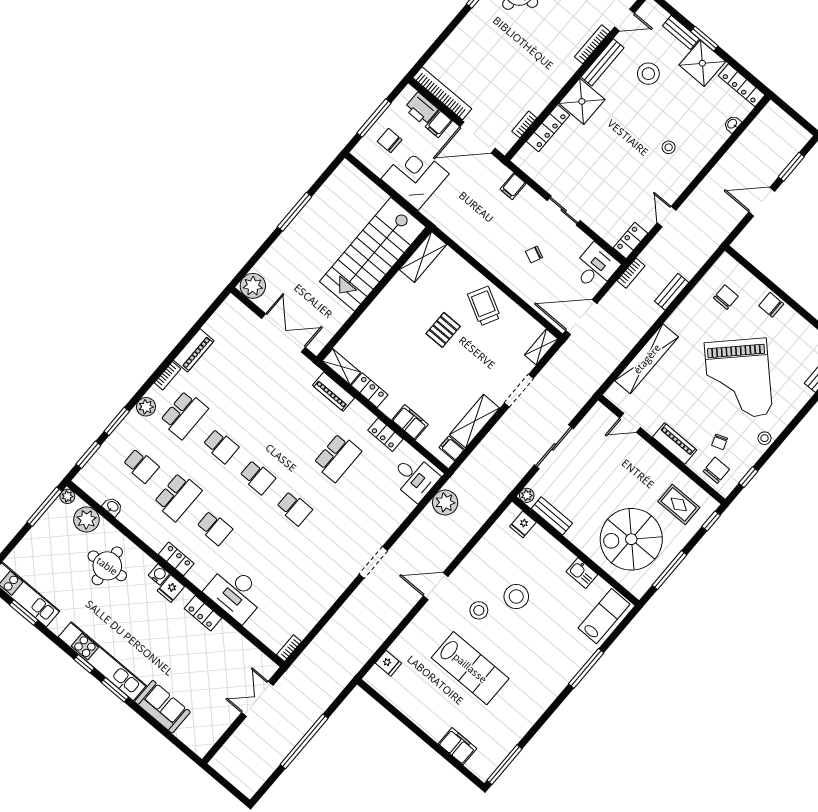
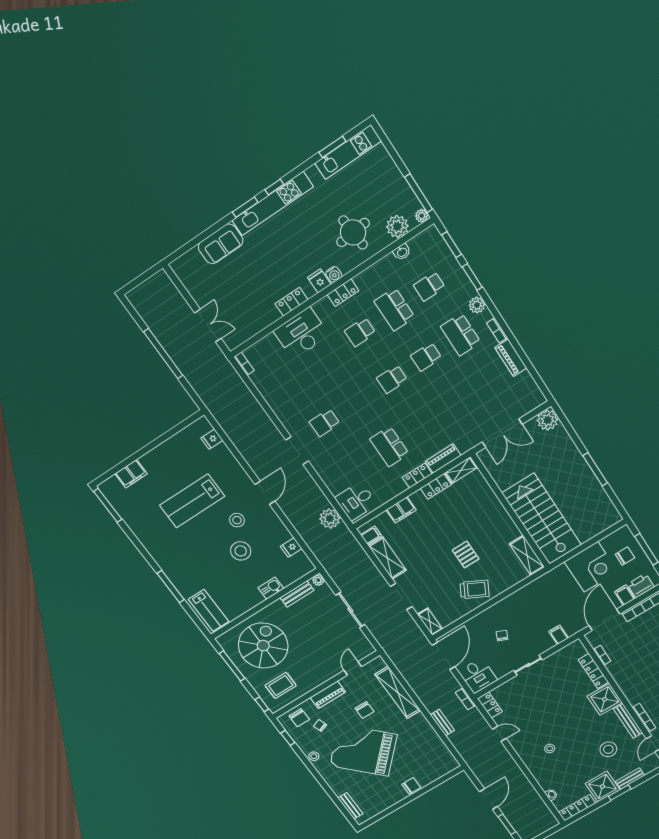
chair: (726, 297) -> (364, 710), moved
locker: (385, 435) -> (417, 476), moved
school desk: (294, 508) -> (325, 423), moved
fridge: (523, 524) -> (291, 547), moved, turned -90
kitchen sink: (582, 573) -> (271, 588), moved

